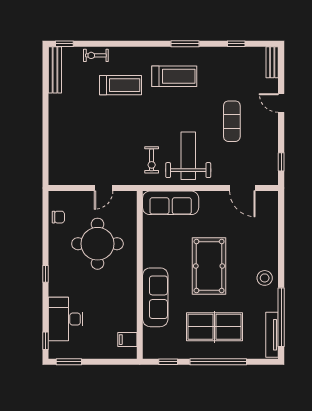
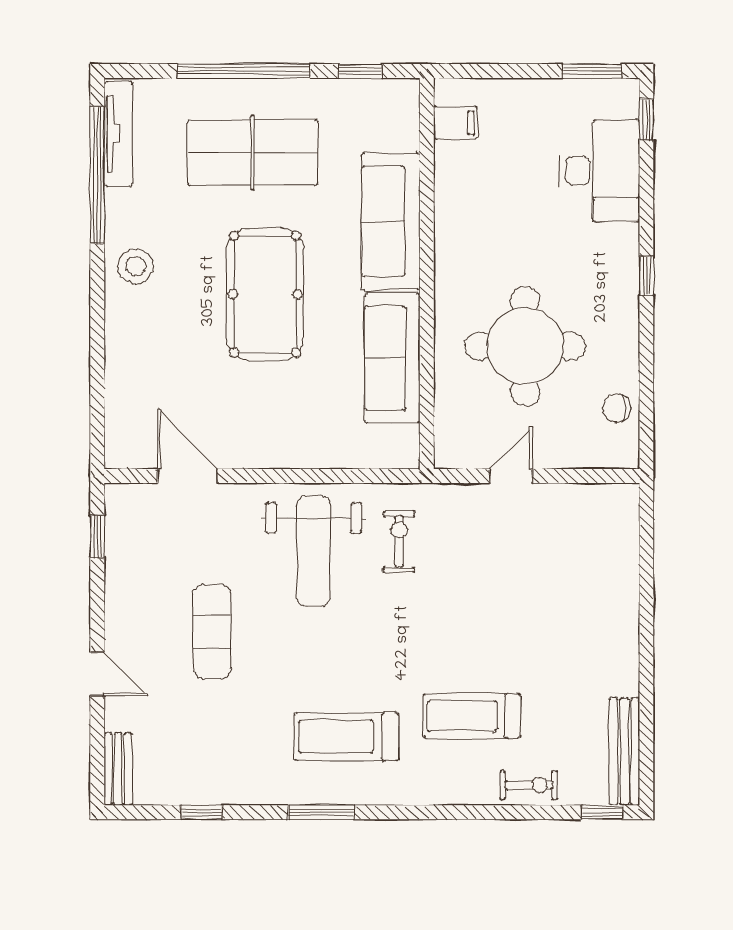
sofa: (171, 203) -> (392, 358), moved, turned -90

